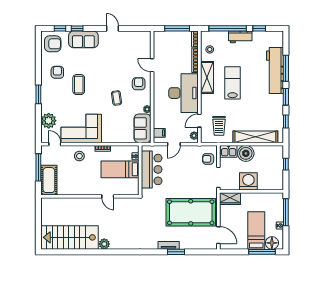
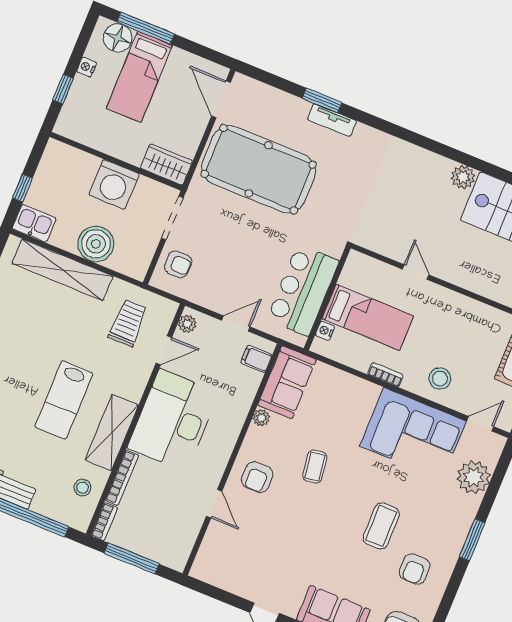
door: (55, 144) -> (480, 424), swing flipped
kitchen sink: (229, 151) -> (34, 223), moved
window: (286, 212) -> (63, 89), width x0.46

